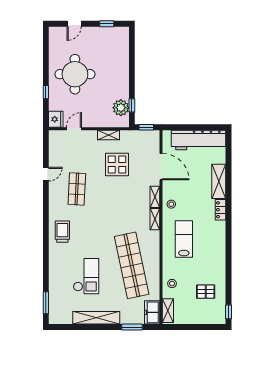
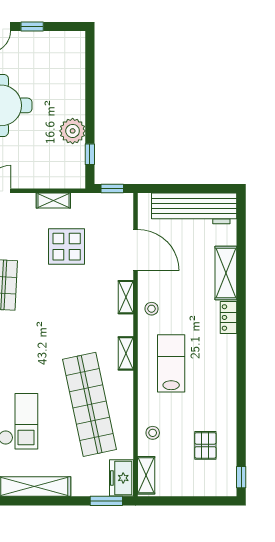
window: (107, 24) -> (32, 27), moved
plant: (121, 108) -> (73, 131), moved
shelving: (155, 219) -> (126, 353), moved
pallet: (206, 292) -> (205, 445), turned 90
window: (132, 327) -> (106, 501), moved

